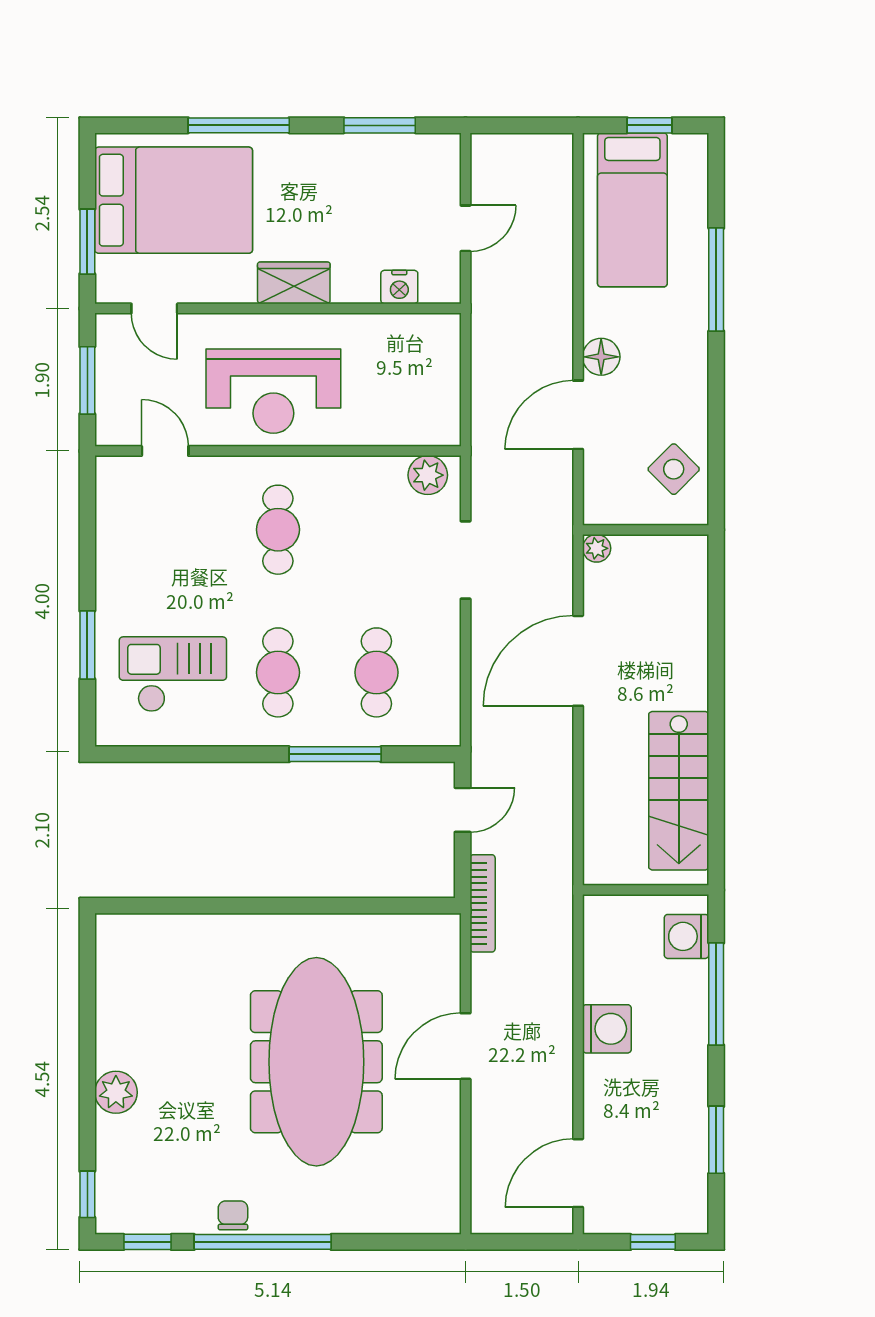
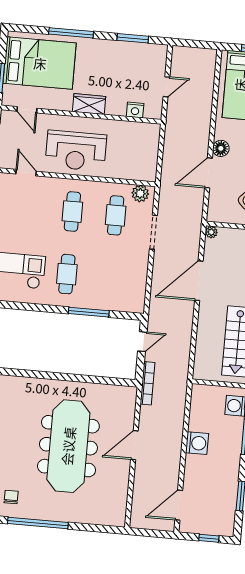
cafe table: (376, 672) -> (116, 215), moved
chair: (233, 1215) -> (11, 497), moved

